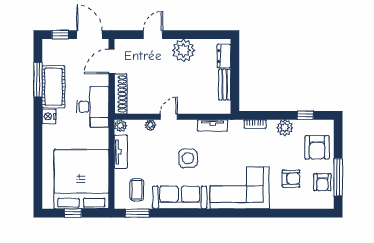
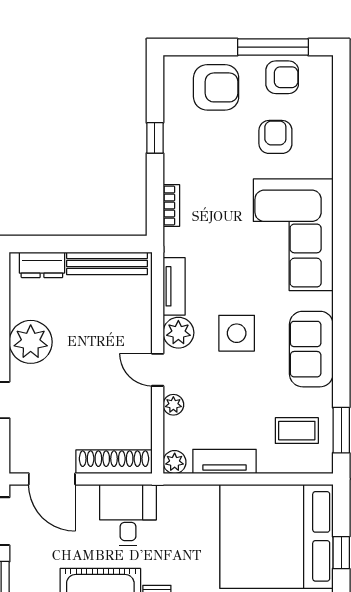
bench: (225, 85) -> (107, 263), width x1.36
desk: (93, 107) -> (128, 515), width x0.73
window: (305, 115) -> (155, 138), moved
plant: (285, 128) -> (178, 333), moved
sofa: (180, 197) -> (311, 349), width x0.73

